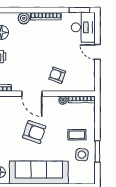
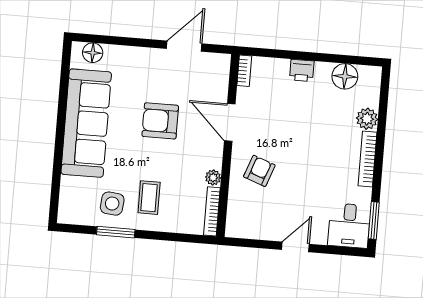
desk: (83, 27) -> (349, 226), width x0.73
door: (32, 94) -> (230, 122), hinge flipped
armchair: (34, 132) -> (160, 121), turned 71

